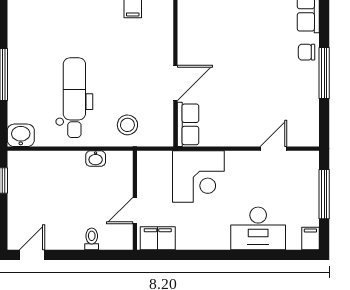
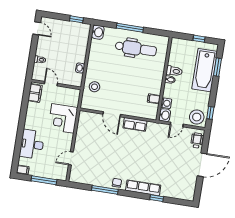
dental chair: (74, 98) -> (136, 48), moved
row of seats: (188, 124) -> (135, 124), moved
door: (273, 149) -> (71, 158), swing flipped

